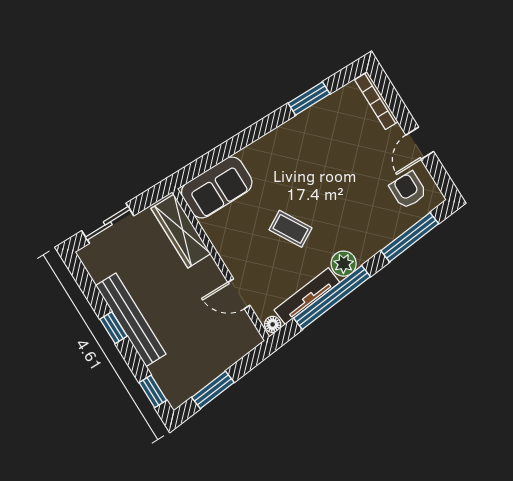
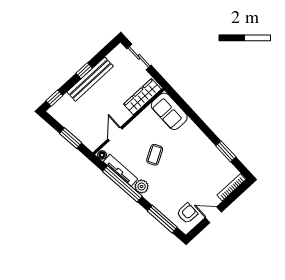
window: (213, 390) -> (71, 138), moved

